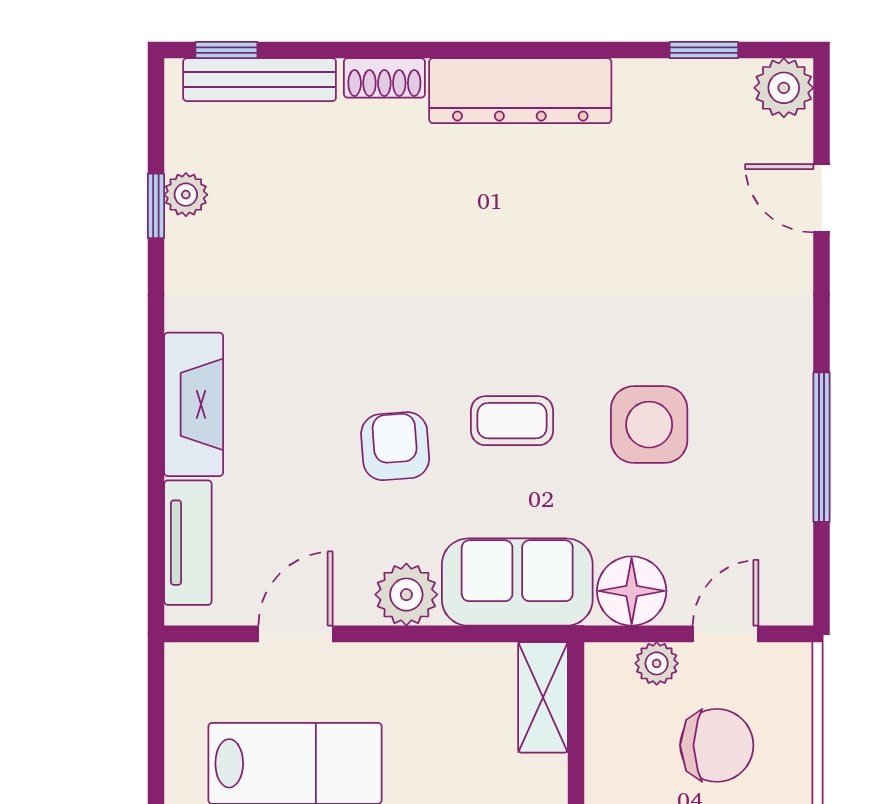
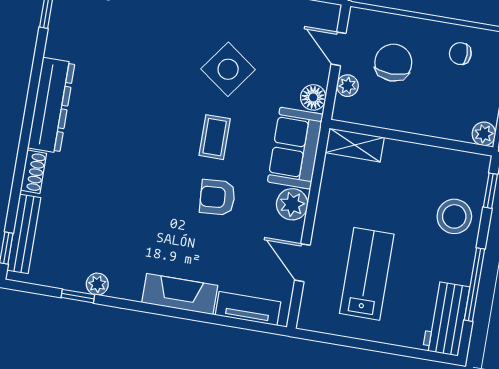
plant: (186, 195) -> (97, 284), moved
side table: (649, 425) -> (228, 69), turned 36
floor lamp: (632, 591) -> (313, 97), width x0.73, depth x0.73

